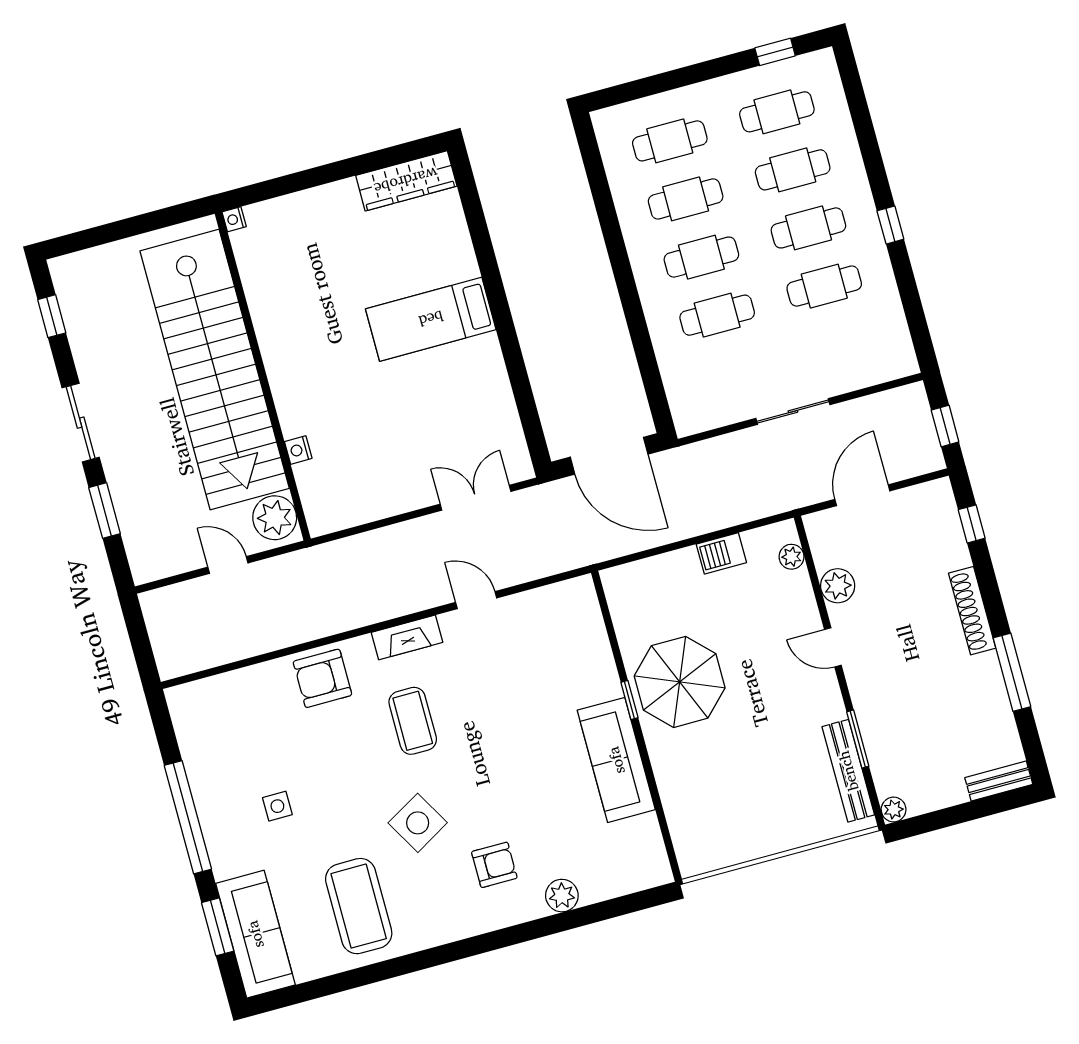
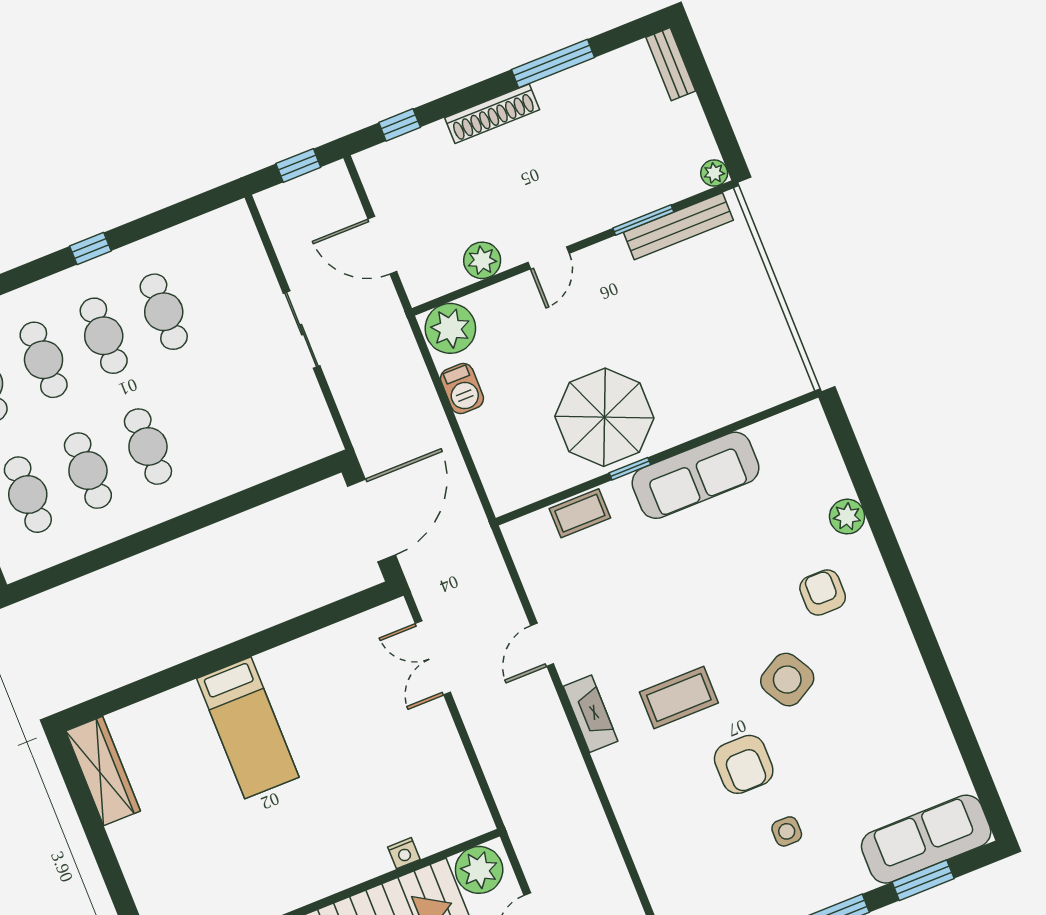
cafe table: (717, 315) -> (208, 423), removed
plant: (792, 557) -> (450, 328), width x1.88, depth x1.88
armchair: (322, 678) -> (744, 764), moved
coffee table: (359, 906) -> (580, 513), moved, width x0.54, depth x0.58

